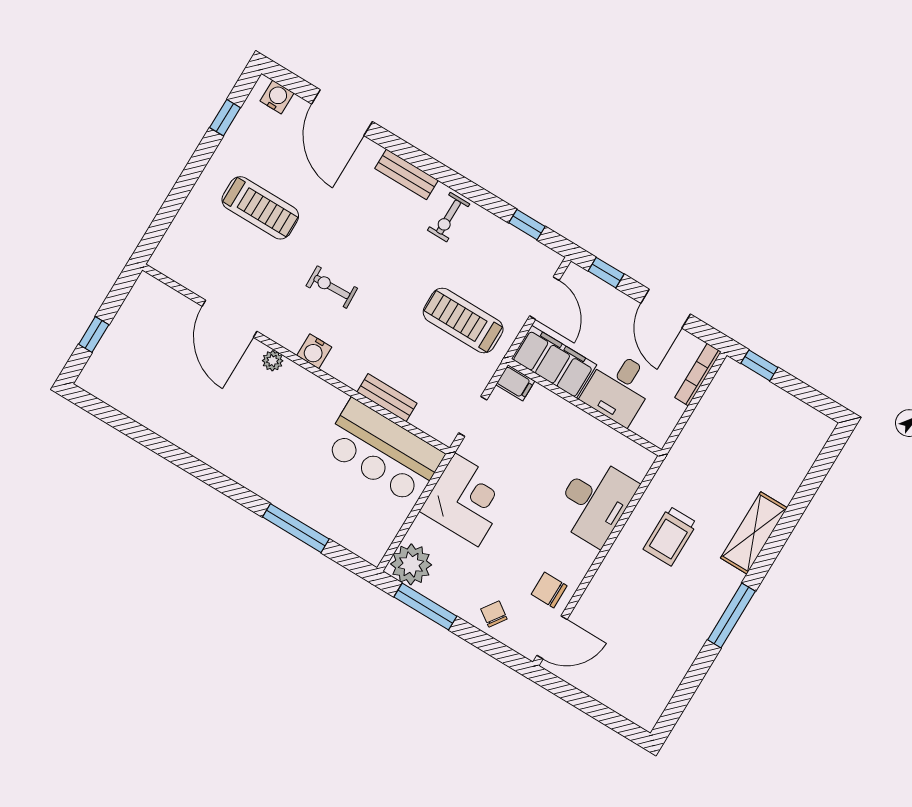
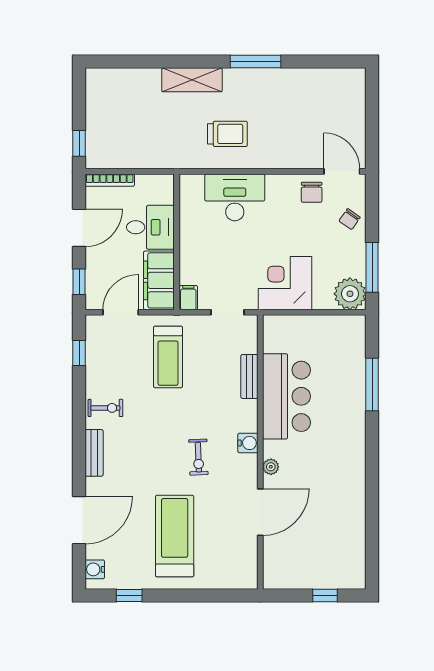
treadmill: (260, 208) -> (175, 536), width x1.37, depth x1.38
bar counter: (383, 451) -> (286, 396), moved

